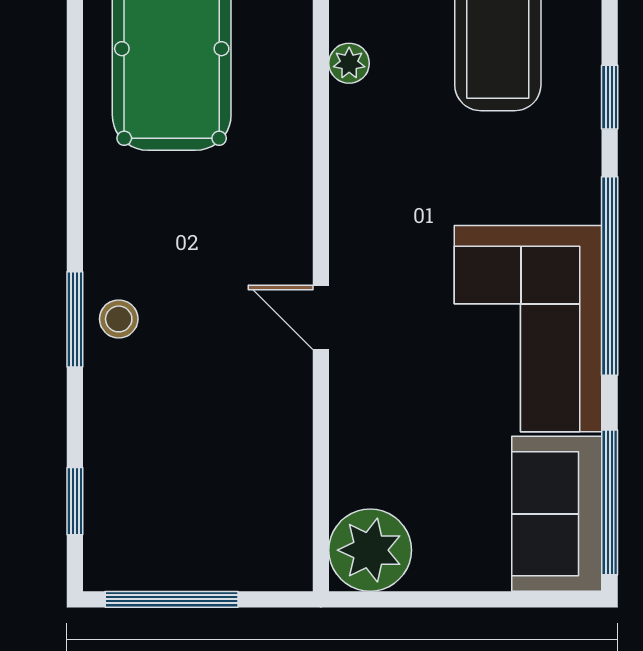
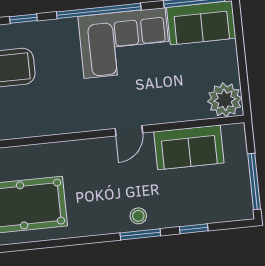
plant: (349, 63) -> (20, 130), removed
sofa: (267, 454) -> (189, 147), added
window: (75, 501) -> (194, 229), moved

